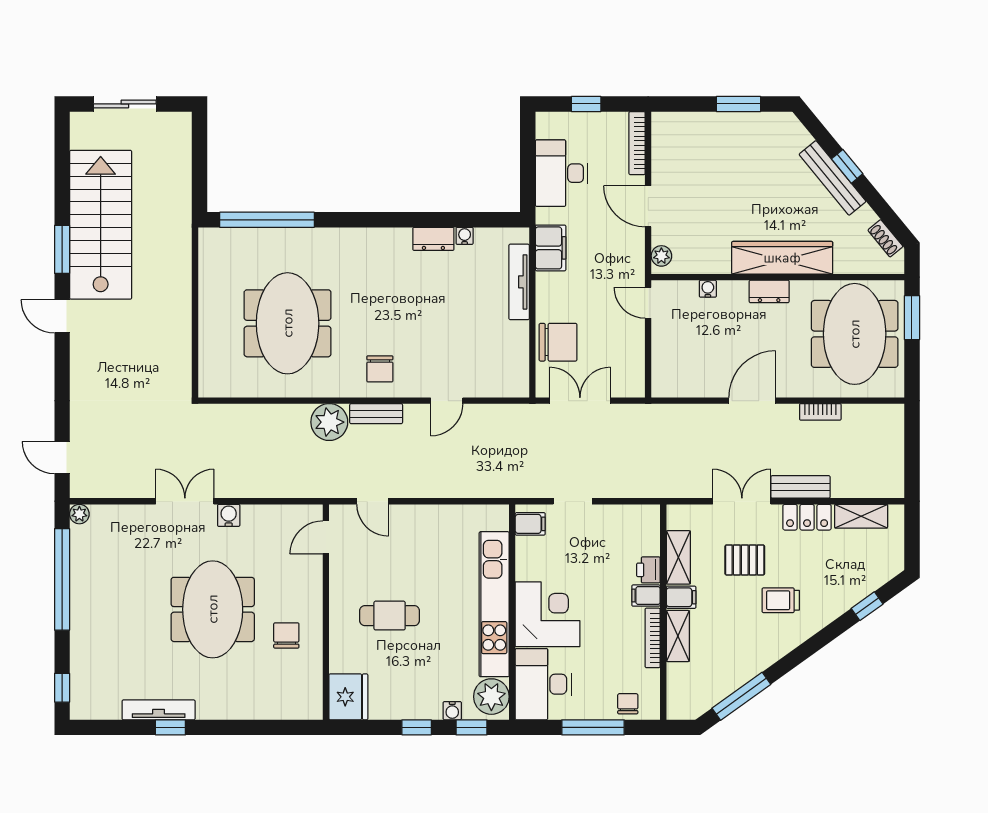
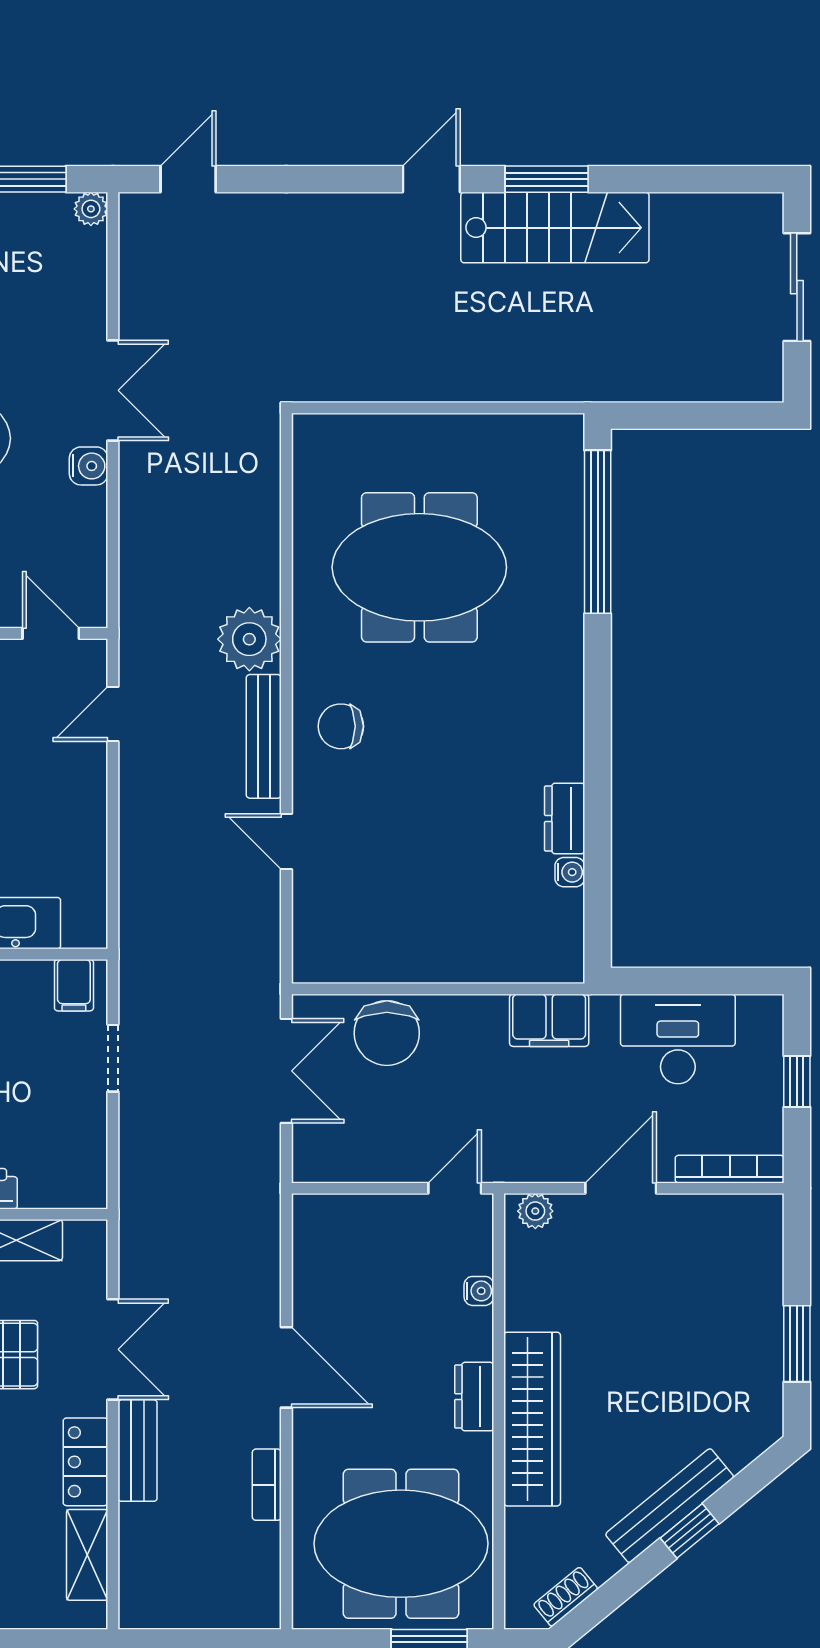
stairs: (101, 225) -> (555, 228), width x0.73, depth x0.66
tv unit: (519, 282) -> (491, 966), removed
bench: (376, 414) -> (264, 736), width x1.36

